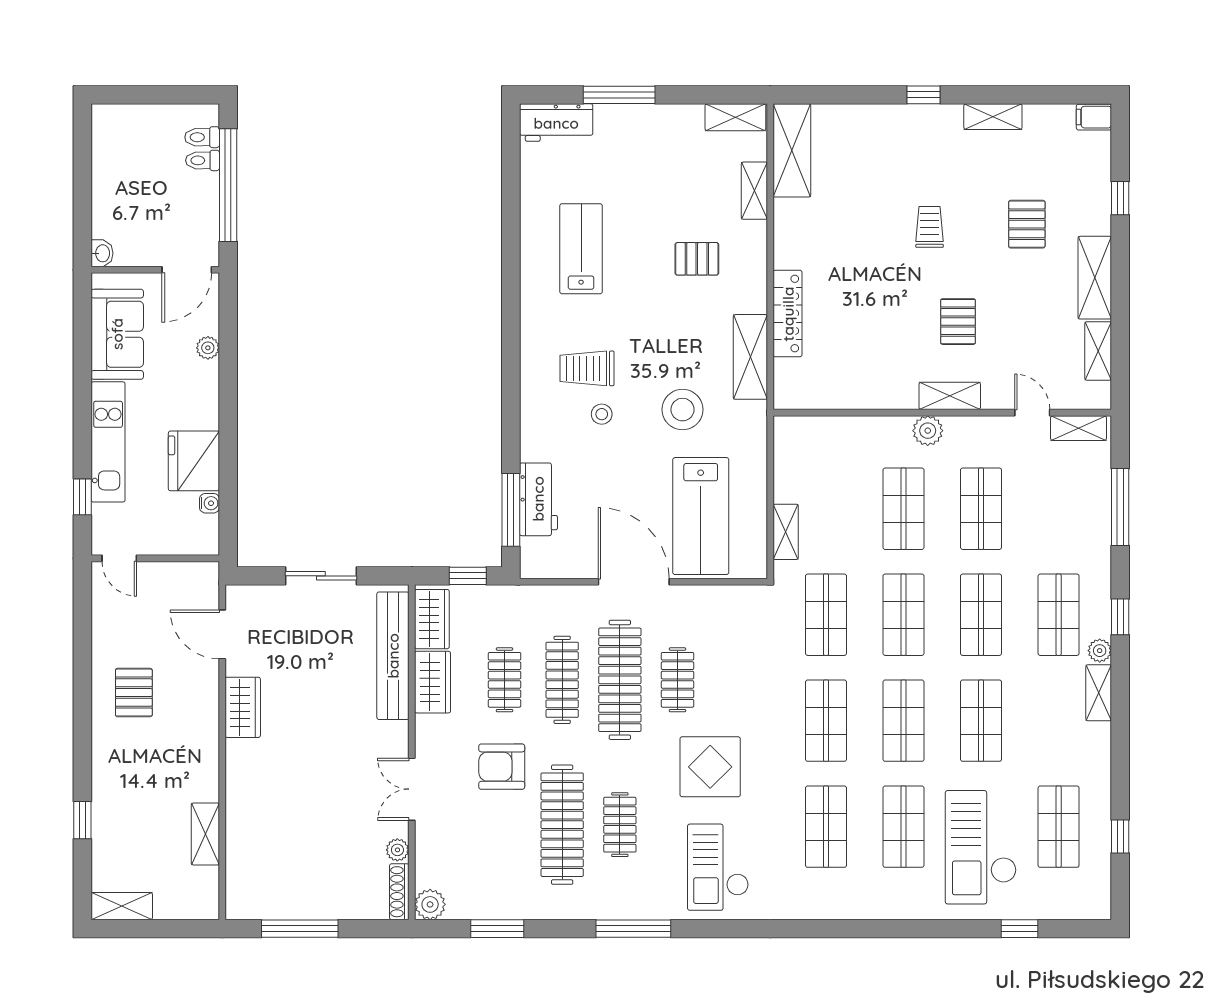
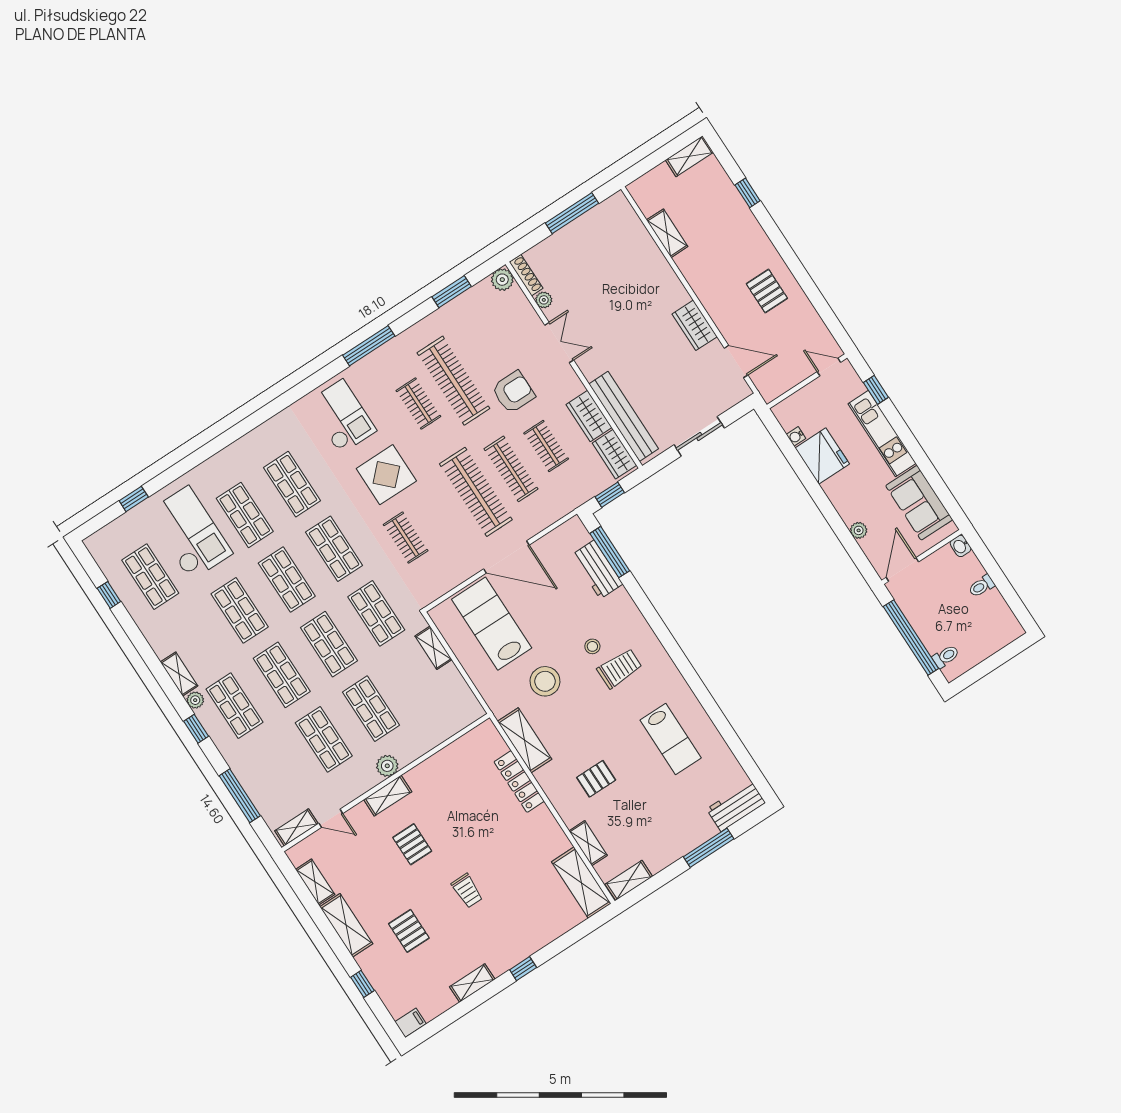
toilet: (203, 160) -> (982, 586), moved, turned 180
clothes rail: (677, 680) -> (406, 538), moved

